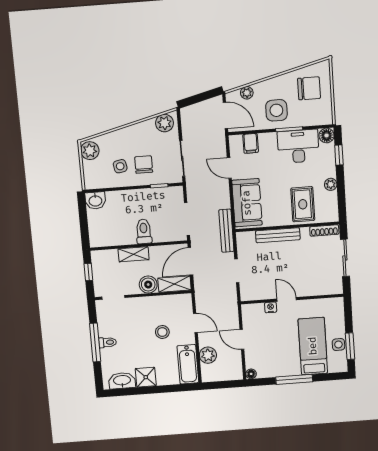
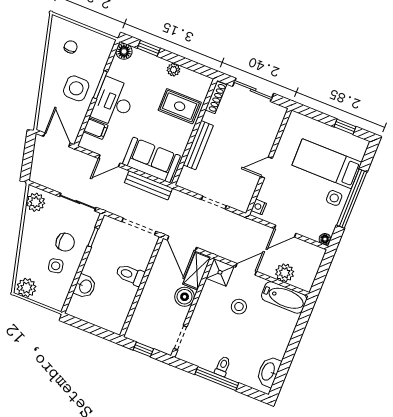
chair: (309, 88) -> (71, 47), width x0.54, depth x0.54
plant: (247, 93) -> (46, 109), removed
door: (225, 115) -> (57, 140), hinge flipped
desk: (298, 146) -> (113, 102), moved
chair: (144, 165) -> (65, 242), turned 180
washbasin: (95, 201) -> (85, 286), moved
bench: (226, 231) -> (148, 185), moved
shelving: (134, 254) -> (148, 296), removed
nightstand: (271, 307) -> (259, 207), moved
side table: (338, 345) -> (334, 198), moved
window: (350, 346) -> (345, 127), width x0.67
shower: (146, 377) -> (220, 272), moved
window: (294, 379) -> (352, 199), width x1.46

